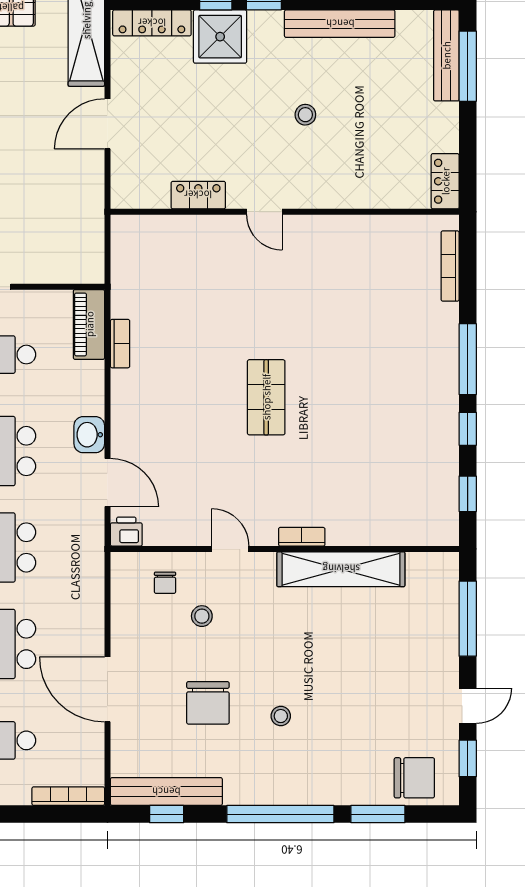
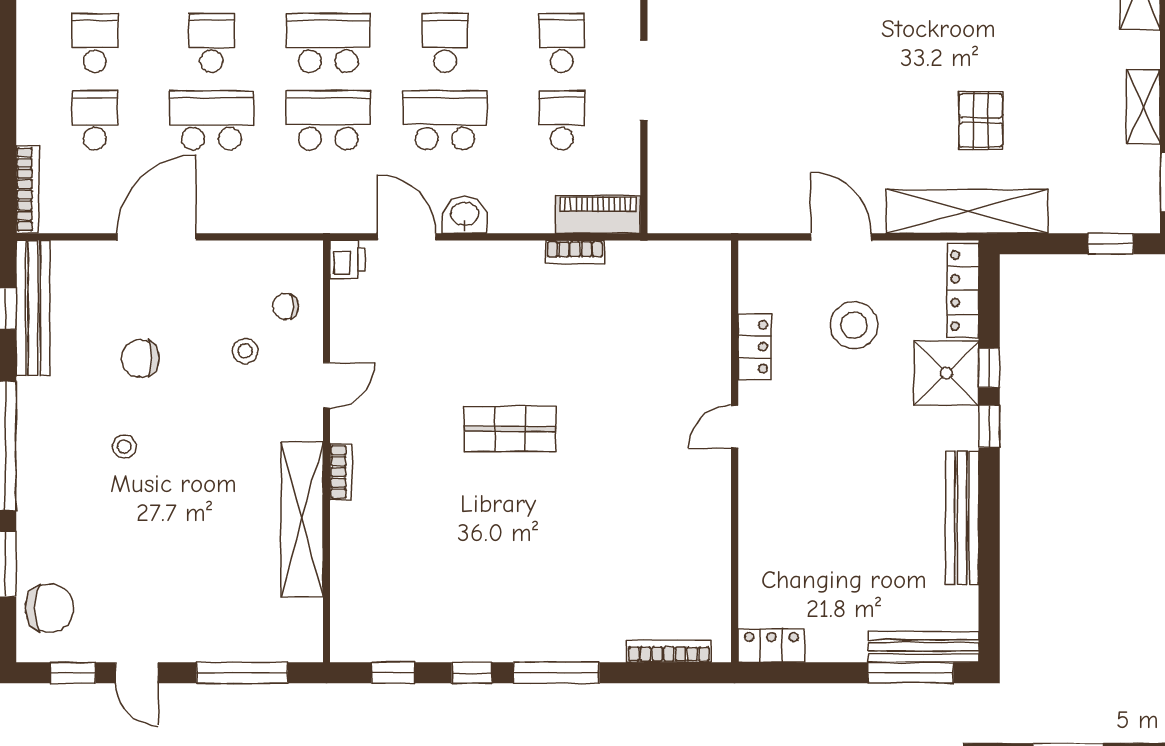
stool: (305, 115) -> (854, 325), moved, width x1.89, depth x1.89
door: (107, 483) -> (407, 237), swing flipped
chair: (208, 703) -> (140, 358), width x0.73, depth x0.73
chair: (414, 778) -> (50, 608), turned -90

